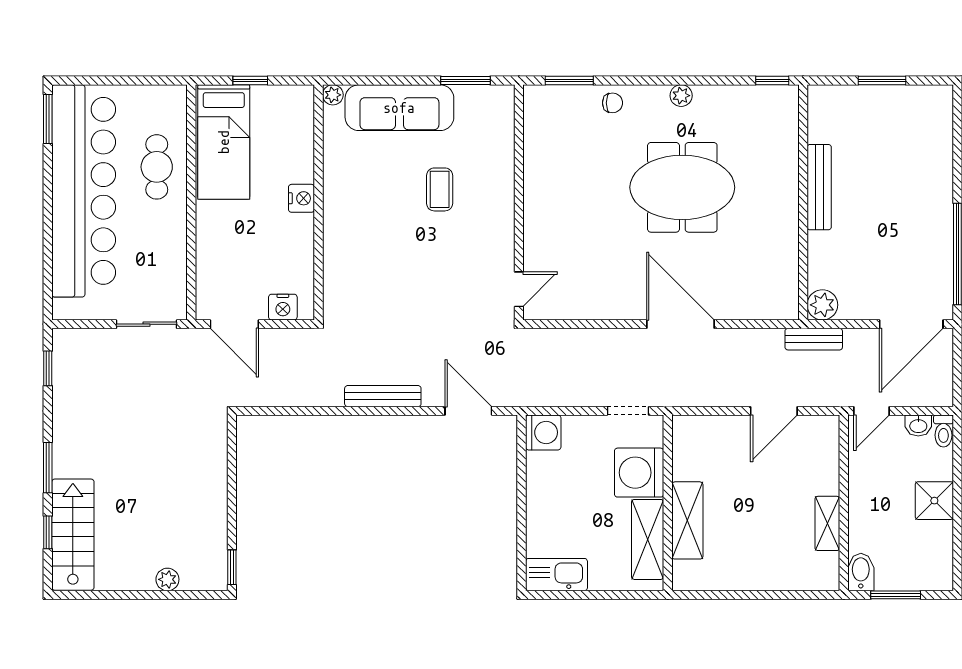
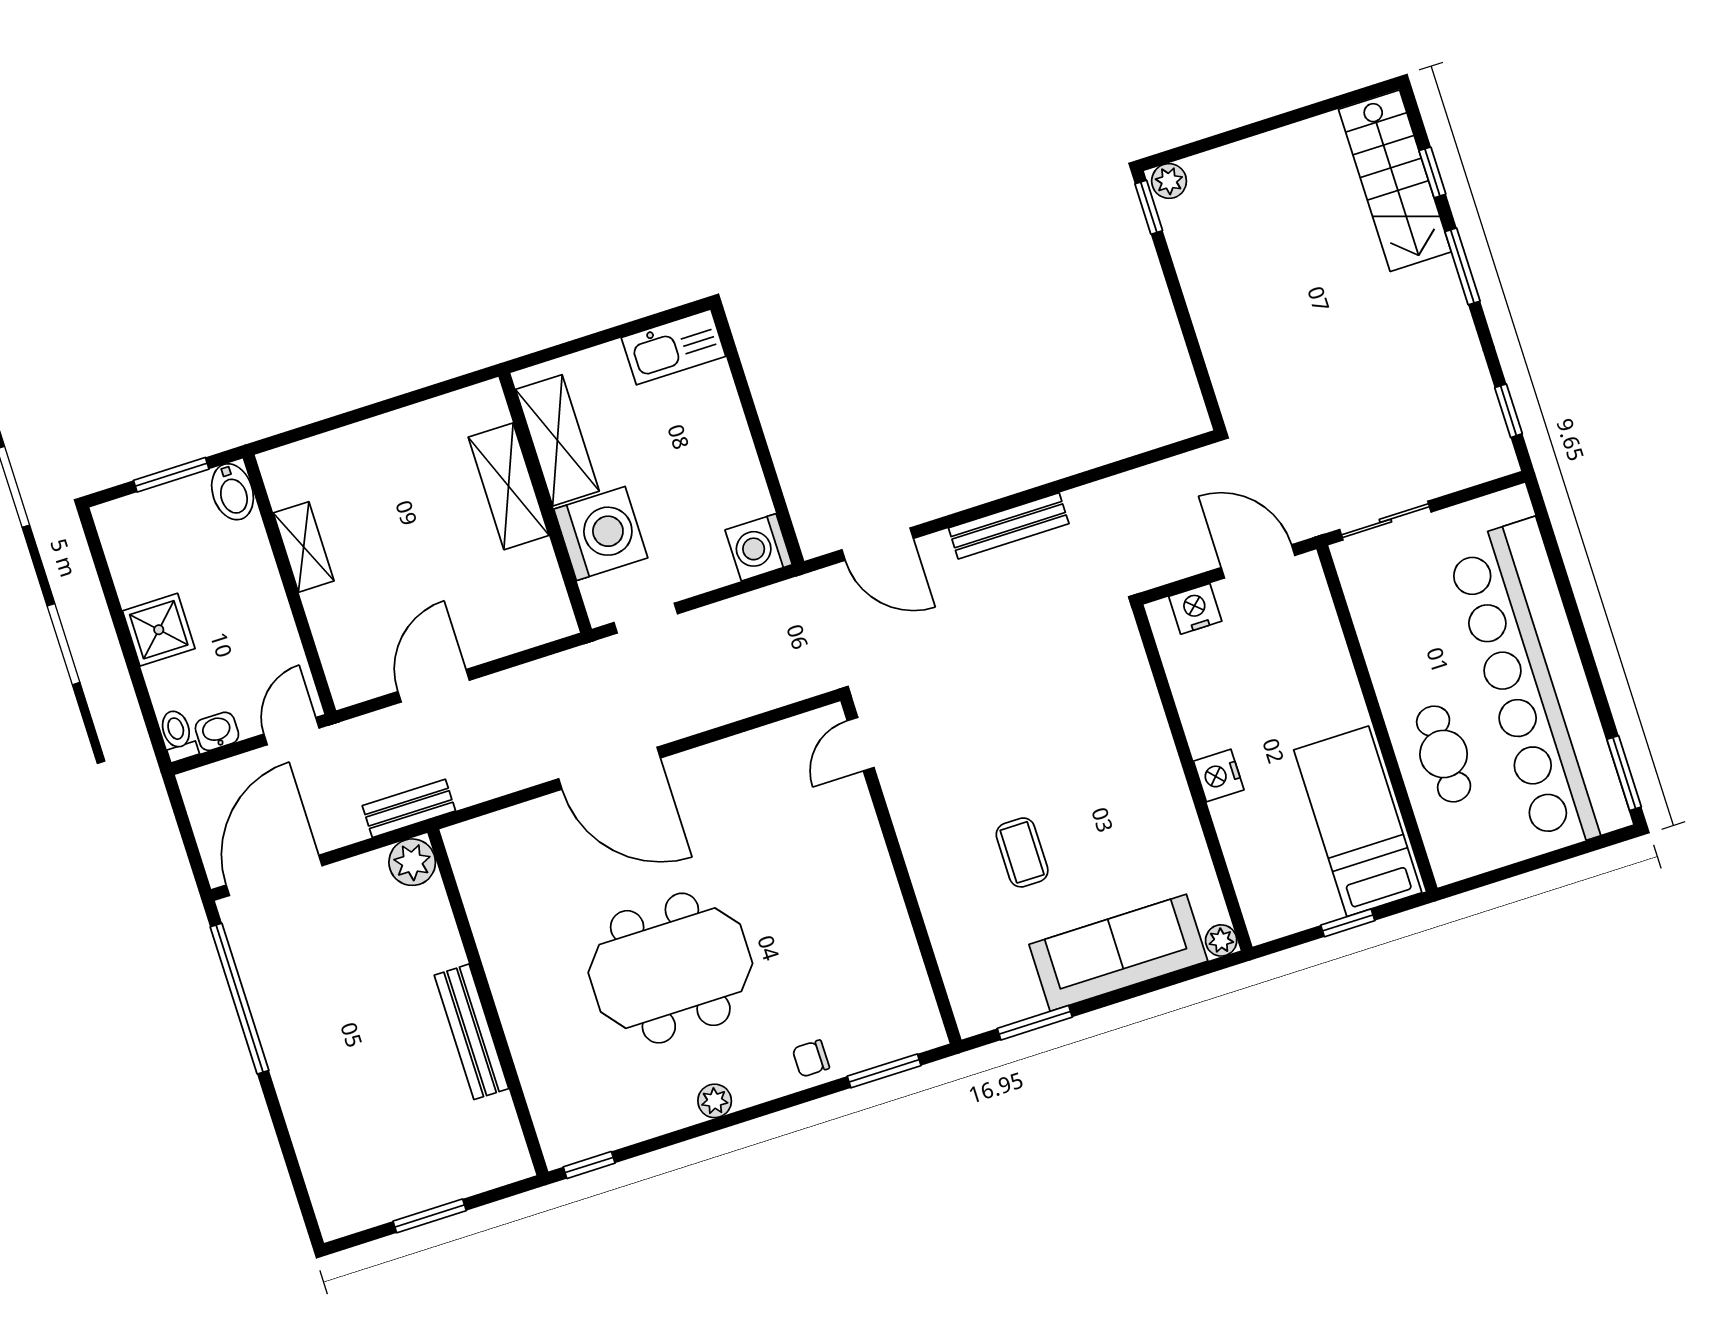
plant: (167, 579) -> (1169, 181), moved

